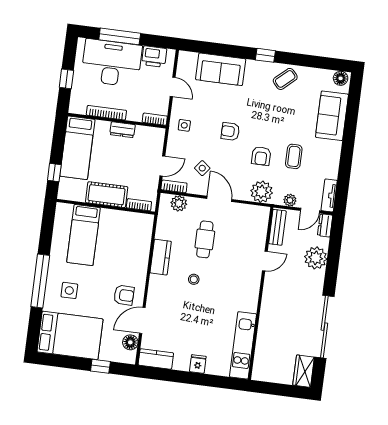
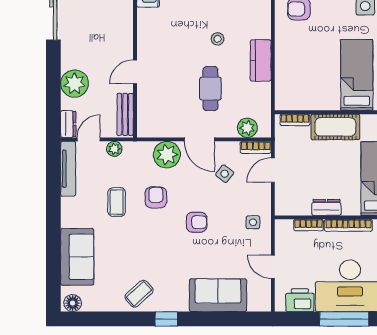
bookcase: (155, 119) -> (308, 225), moved
plant: (262, 192) -> (167, 155), moved
tv unit: (329, 195) -> (68, 169), width x1.41

